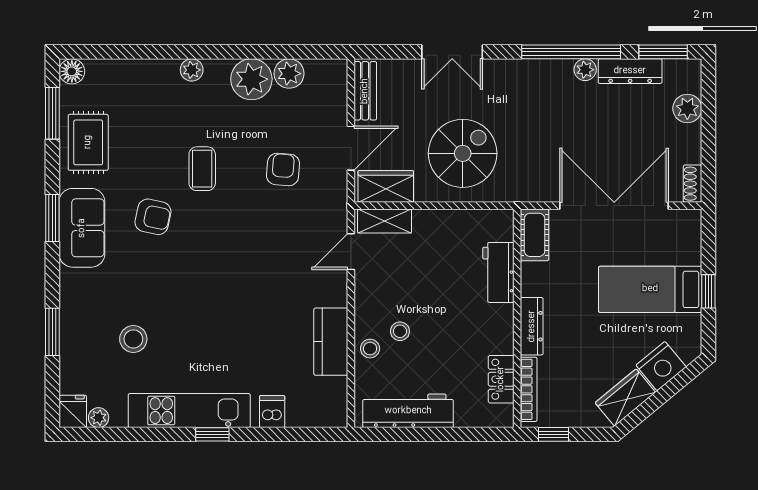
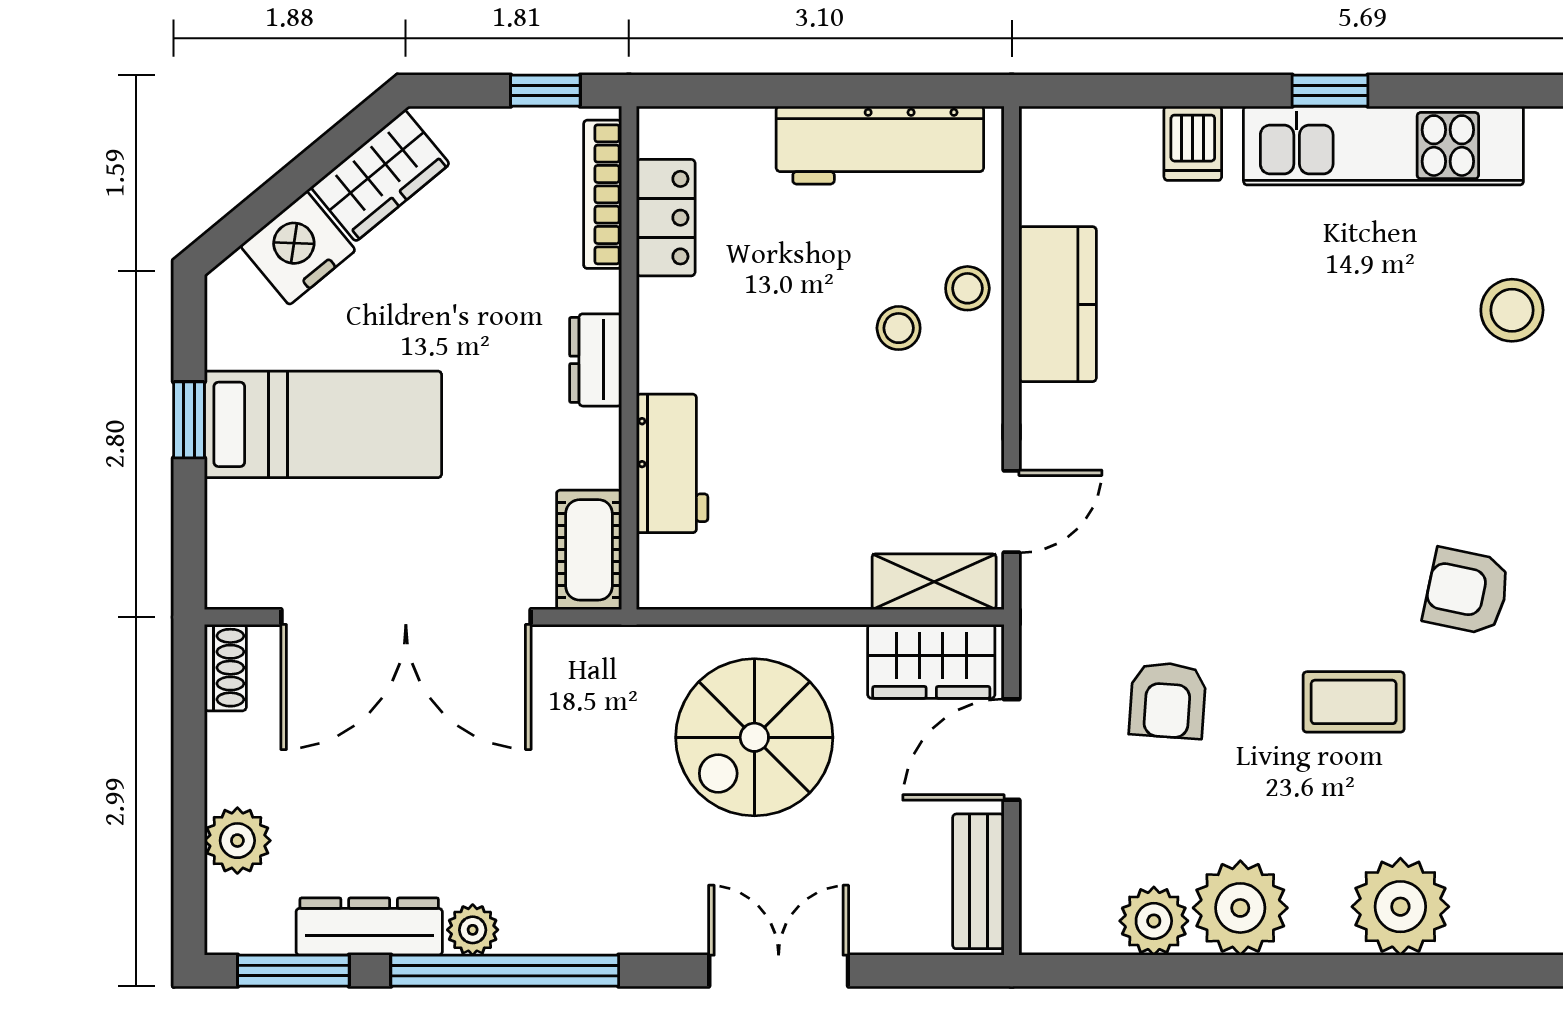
plant: (192, 70) -> (1400, 907), width x1.88, depth x1.88
coffee table: (202, 169) -> (1354, 702), turned 90
dresser: (532, 326) -> (596, 360), width x0.70

